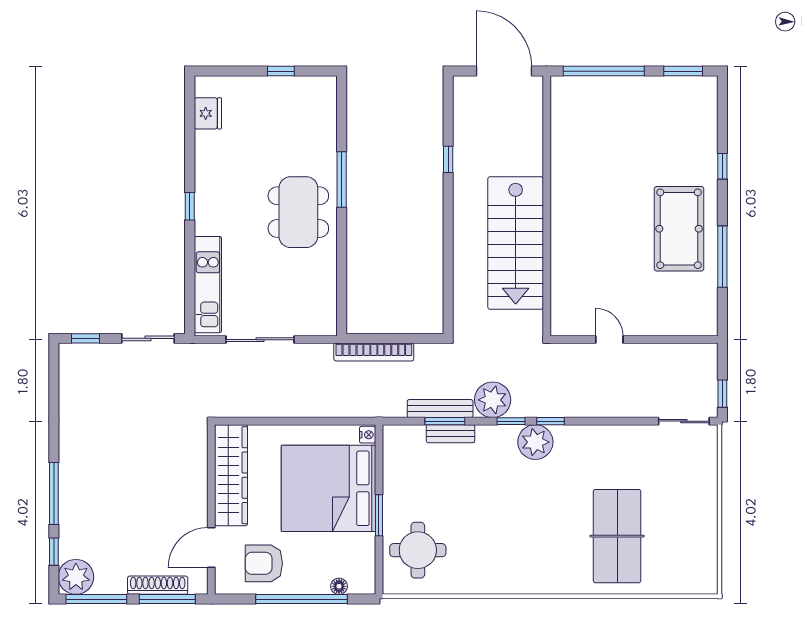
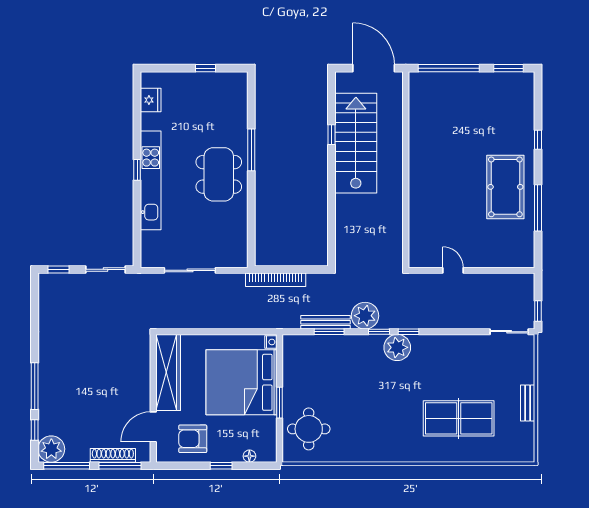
stairs: (516, 243) -> (356, 143), moved, turned 180
kitchen unit: (208, 285) -> (151, 180), moved, width x1.36
bench: (451, 434) -> (528, 403), moved, turned 90
table tennis table: (617, 536) -> (459, 418), turned 90
window: (301, 599) -> (221, 466), width x0.32

